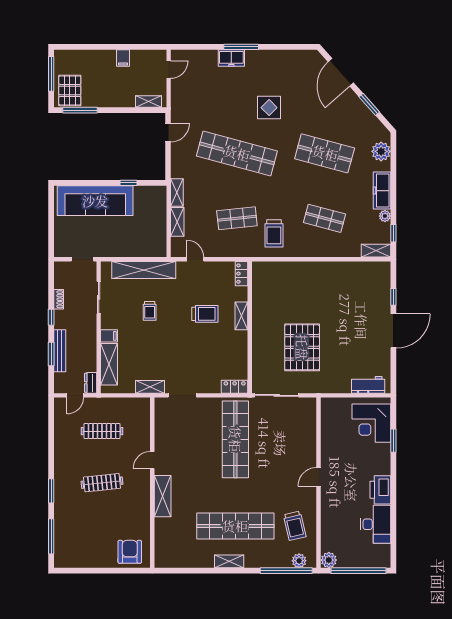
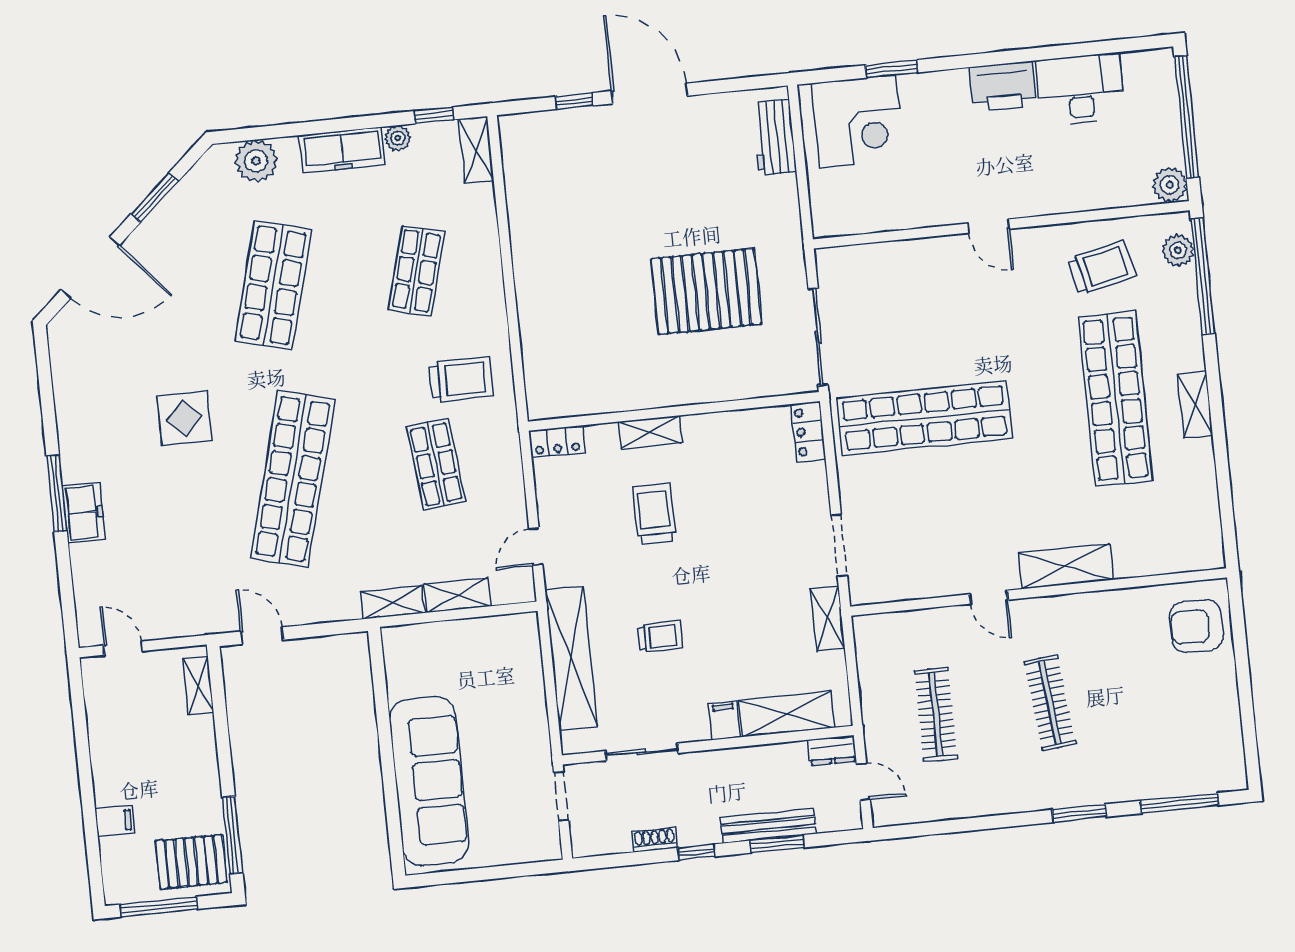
filing cabinet: (123, 58) -> (115, 821), moved
window: (129, 183) -> (382, 711), removed

